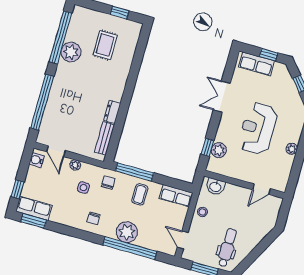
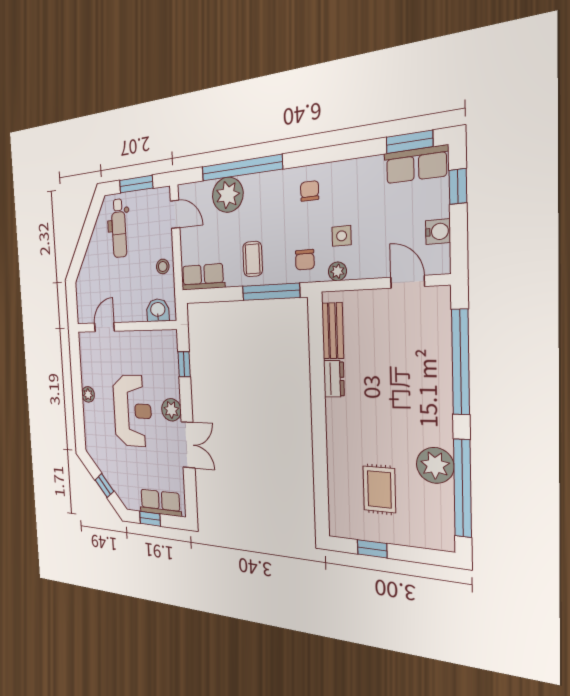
plant: (219, 150) -> (171, 410), moved
water cooler: (37, 160) -> (438, 232), moved
plant: (75, 165) -> (337, 271), moved
plant: (127, 232) -> (228, 195), moved

